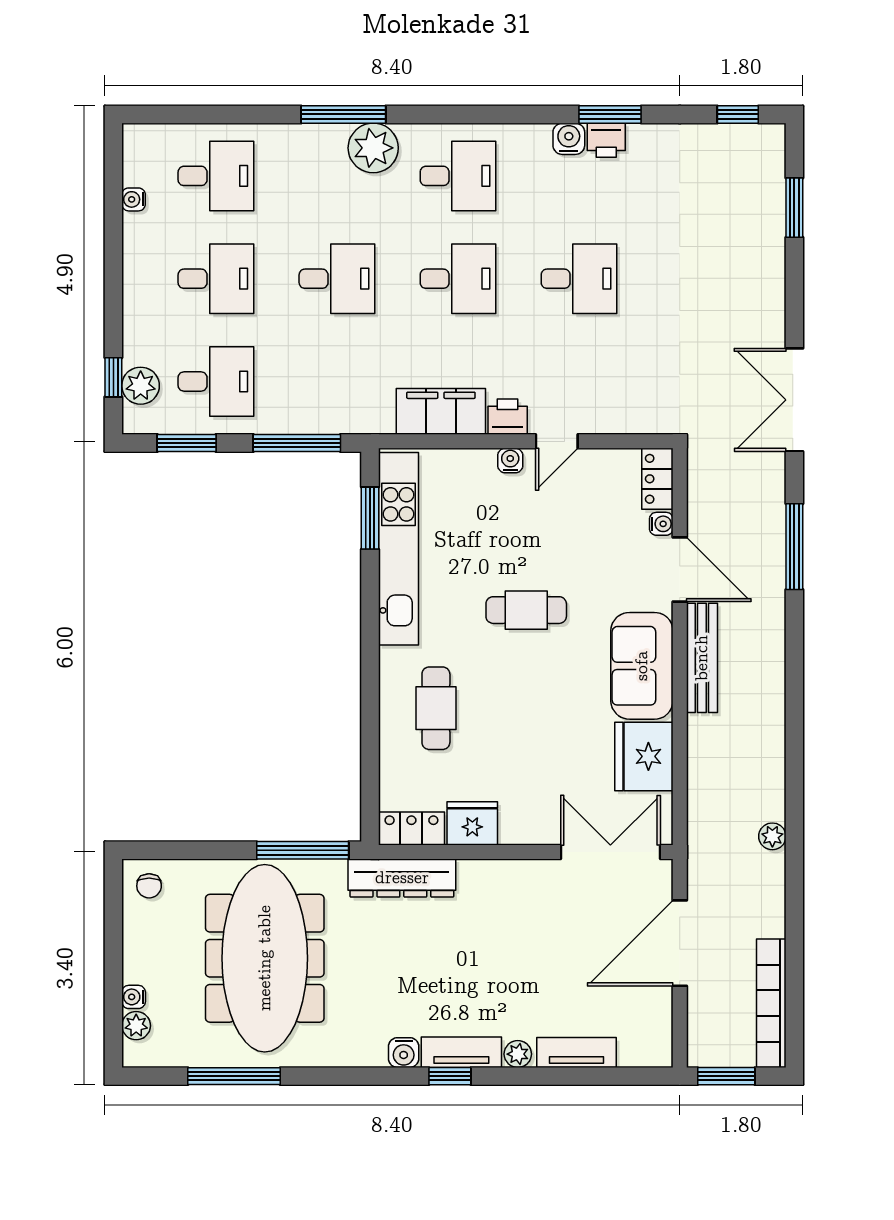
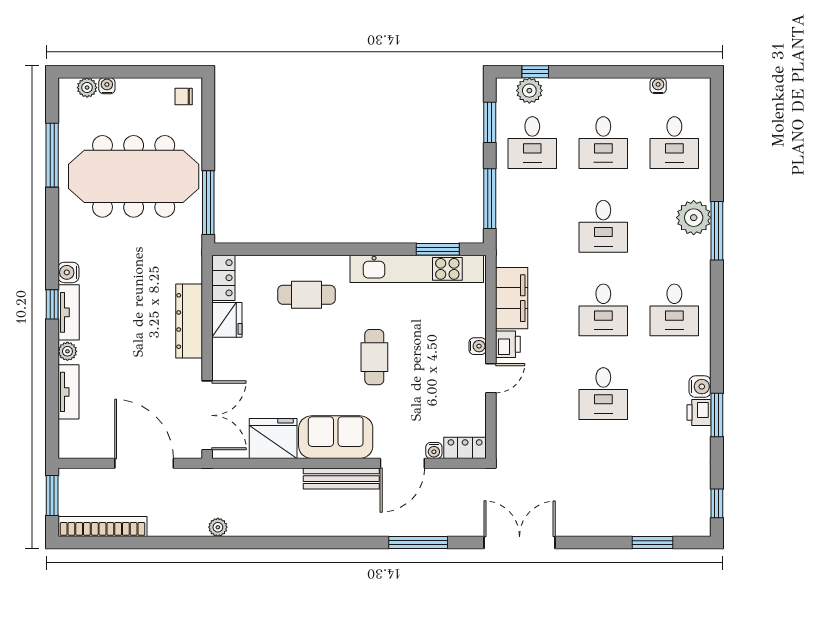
plant: (373, 148) -> (694, 218), moved
door: (557, 441) -> (491, 378), swing flipped
dresser: (402, 878) -> (189, 321), moved

